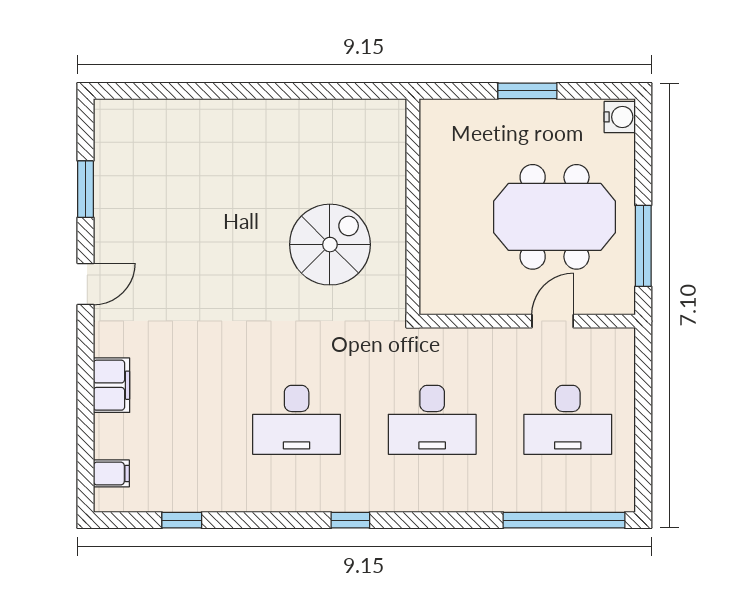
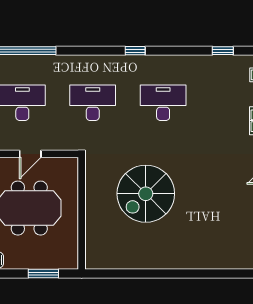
wall: (413, 207) -> (82, 213), moved
spiral stairs: (330, 245) -> (146, 194), width x1.37, depth x1.37

